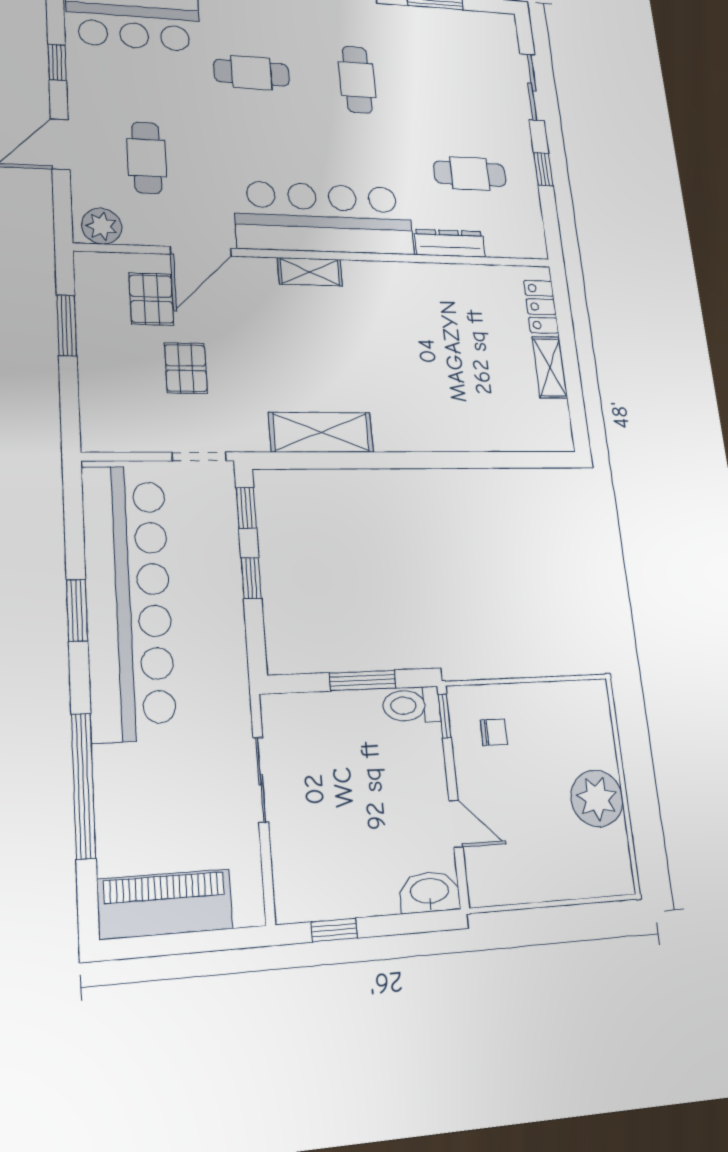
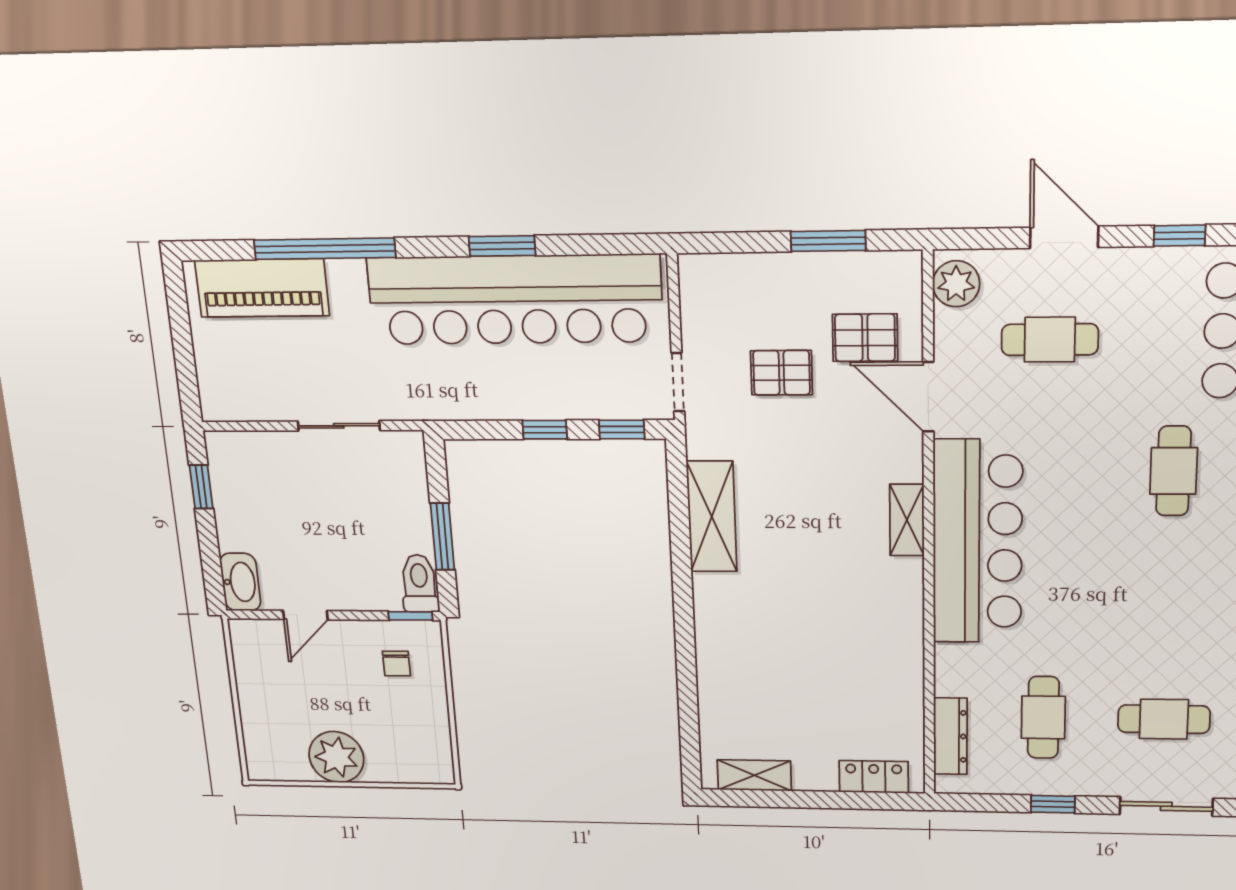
cafe table: (357, 80) -> (1164, 719), moved
dresser: (450, 243) -> (950, 736), moved
shelving: (550, 367) -> (754, 775), moved
piano: (165, 904) -> (262, 288), moved, turned 90

